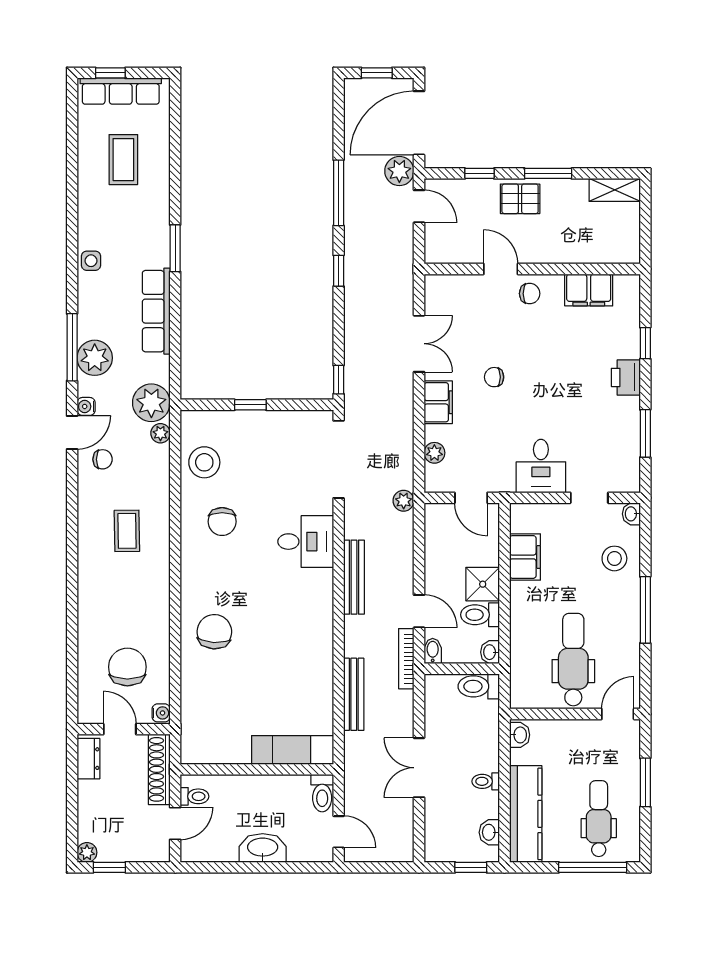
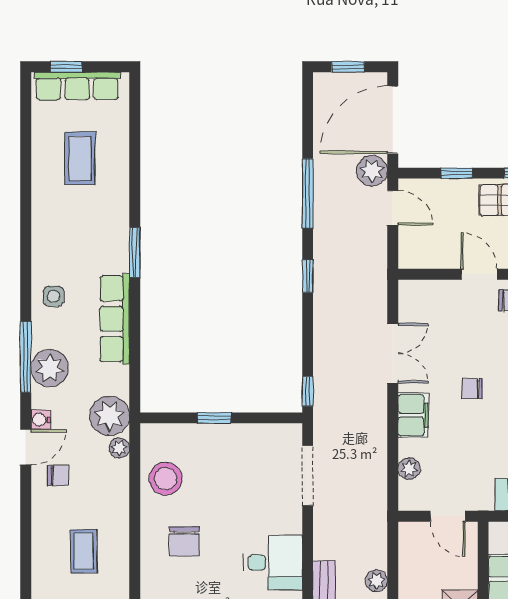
side table: (91, 261) -> (54, 296), moved
doorway: (339, 459) -> (308, 476), width x0.73
plant: (404, 501) -> (376, 581), moved

